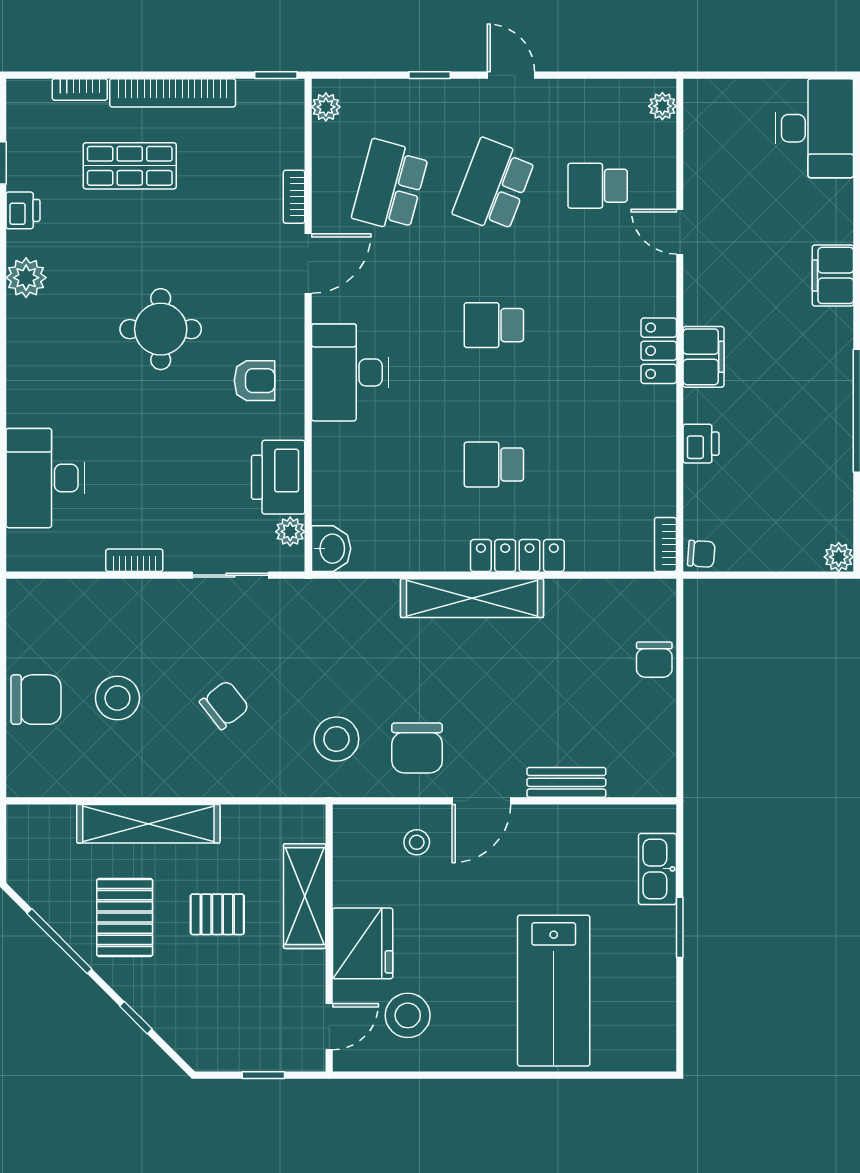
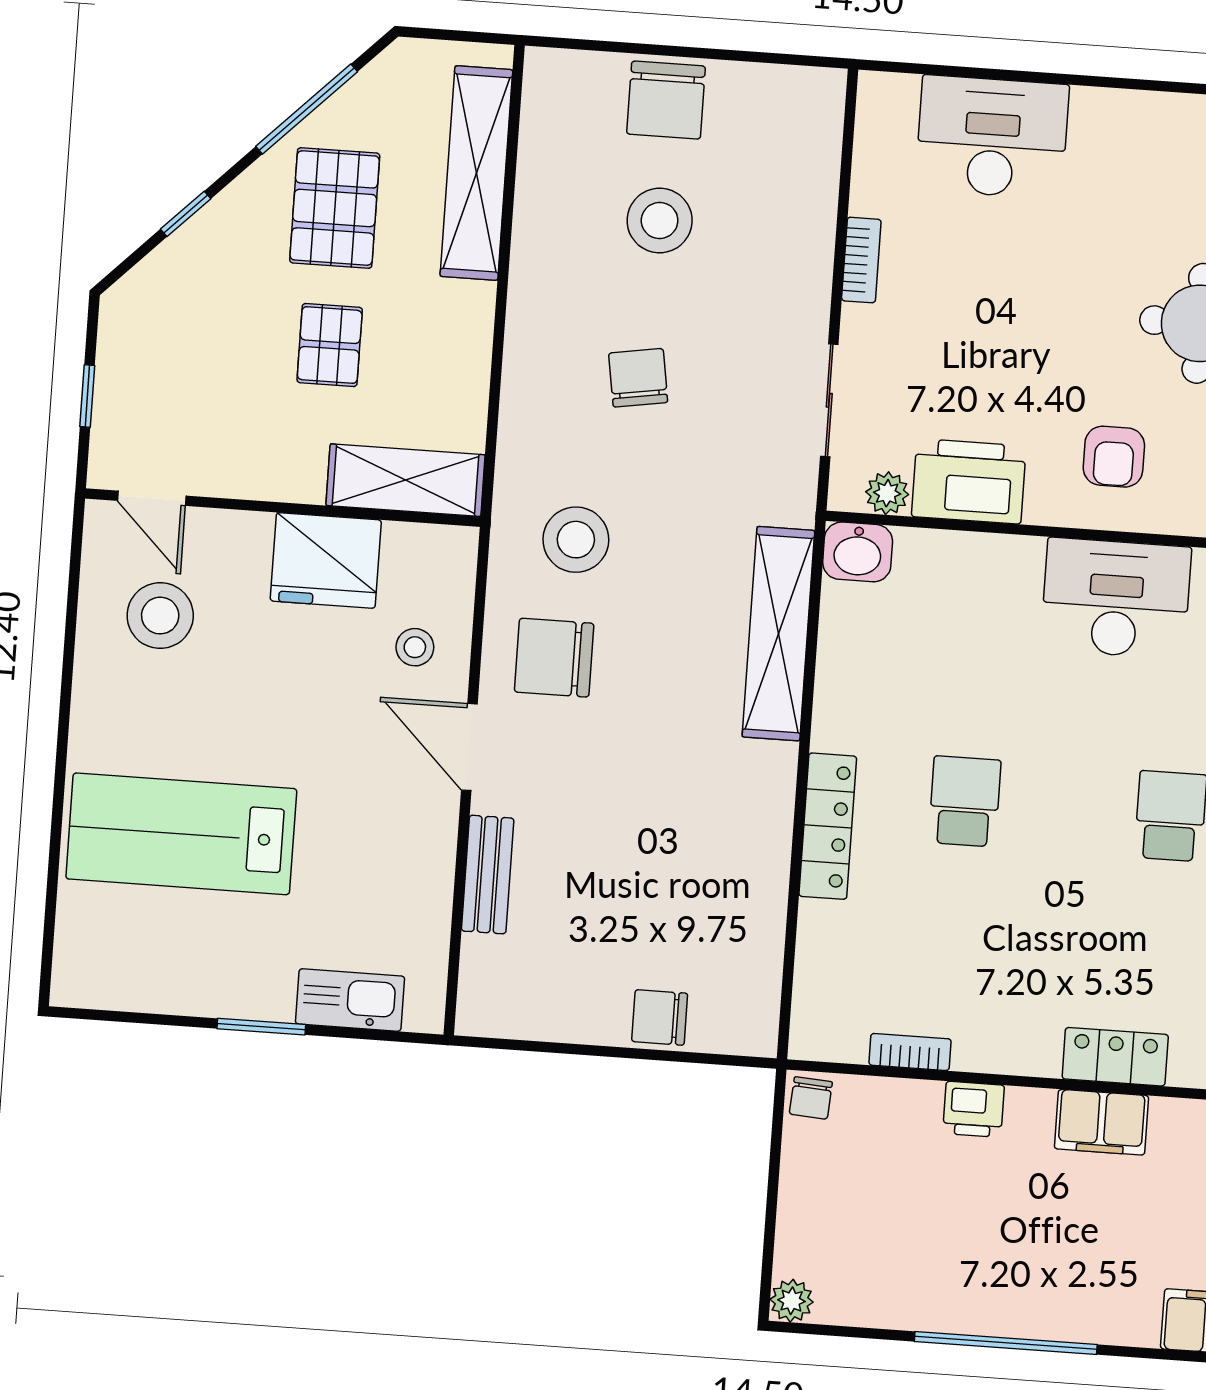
bookcase: (665, 545) -> (910, 1052), moved
shelving: (472, 598) -> (778, 634), moved
chair: (224, 705) -> (638, 378), turned -151
shelving: (148, 824) -> (476, 173), moved
shelving: (305, 896) -> (405, 480), moved
pallet: (125, 918) -> (335, 208), turned 90
fridge: (363, 943) -> (326, 560), moved

